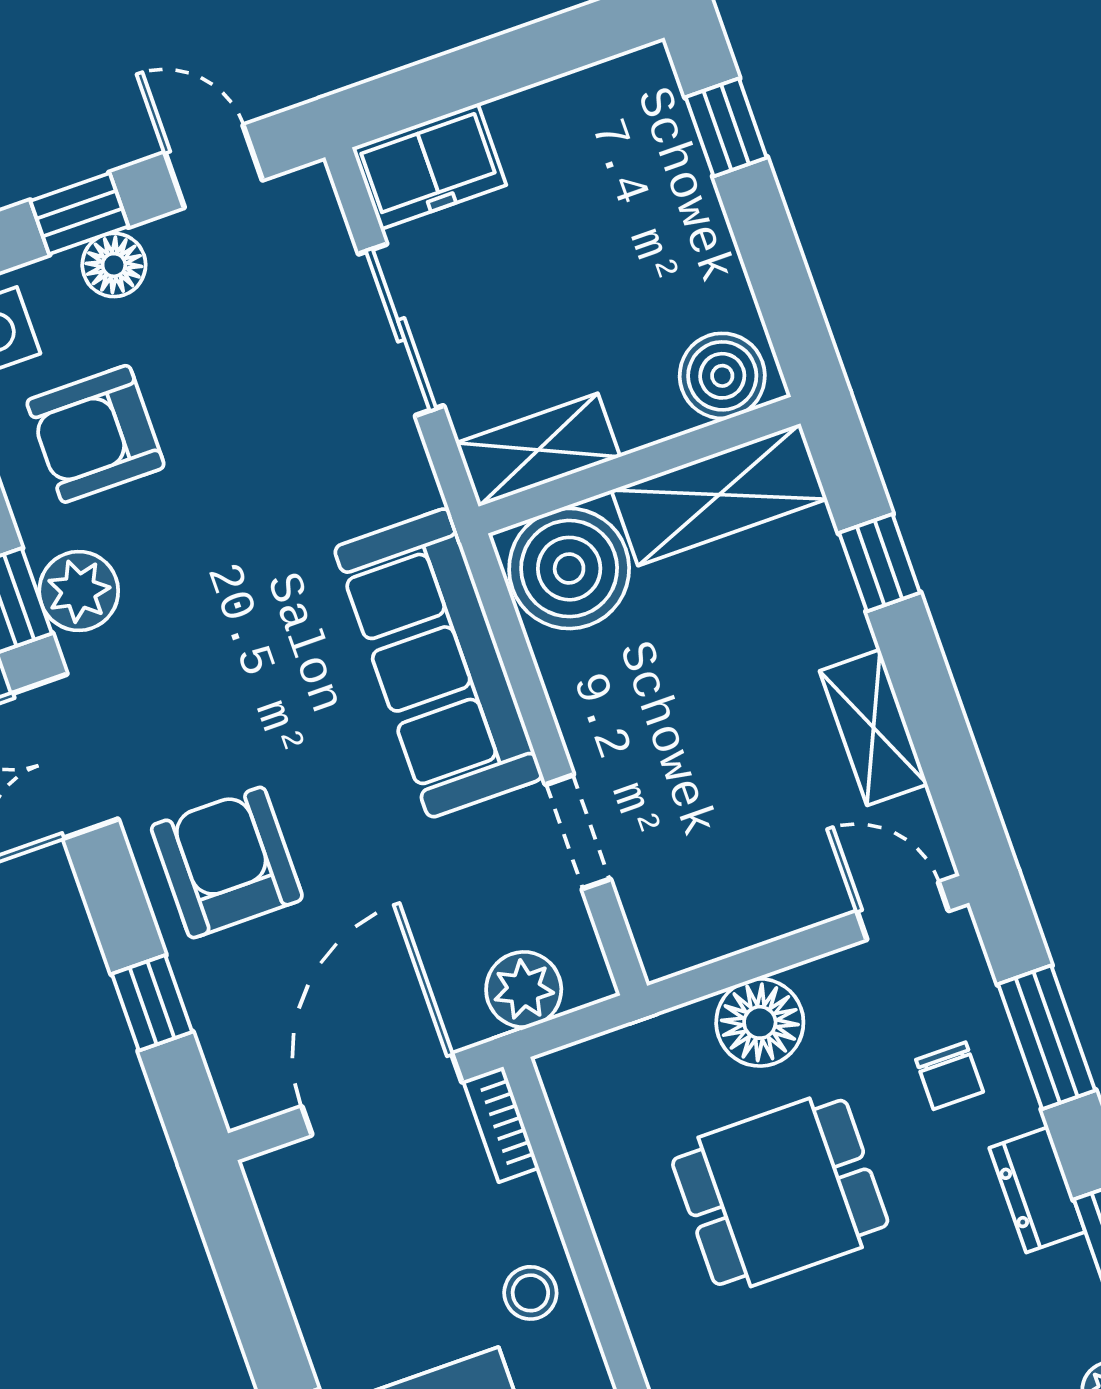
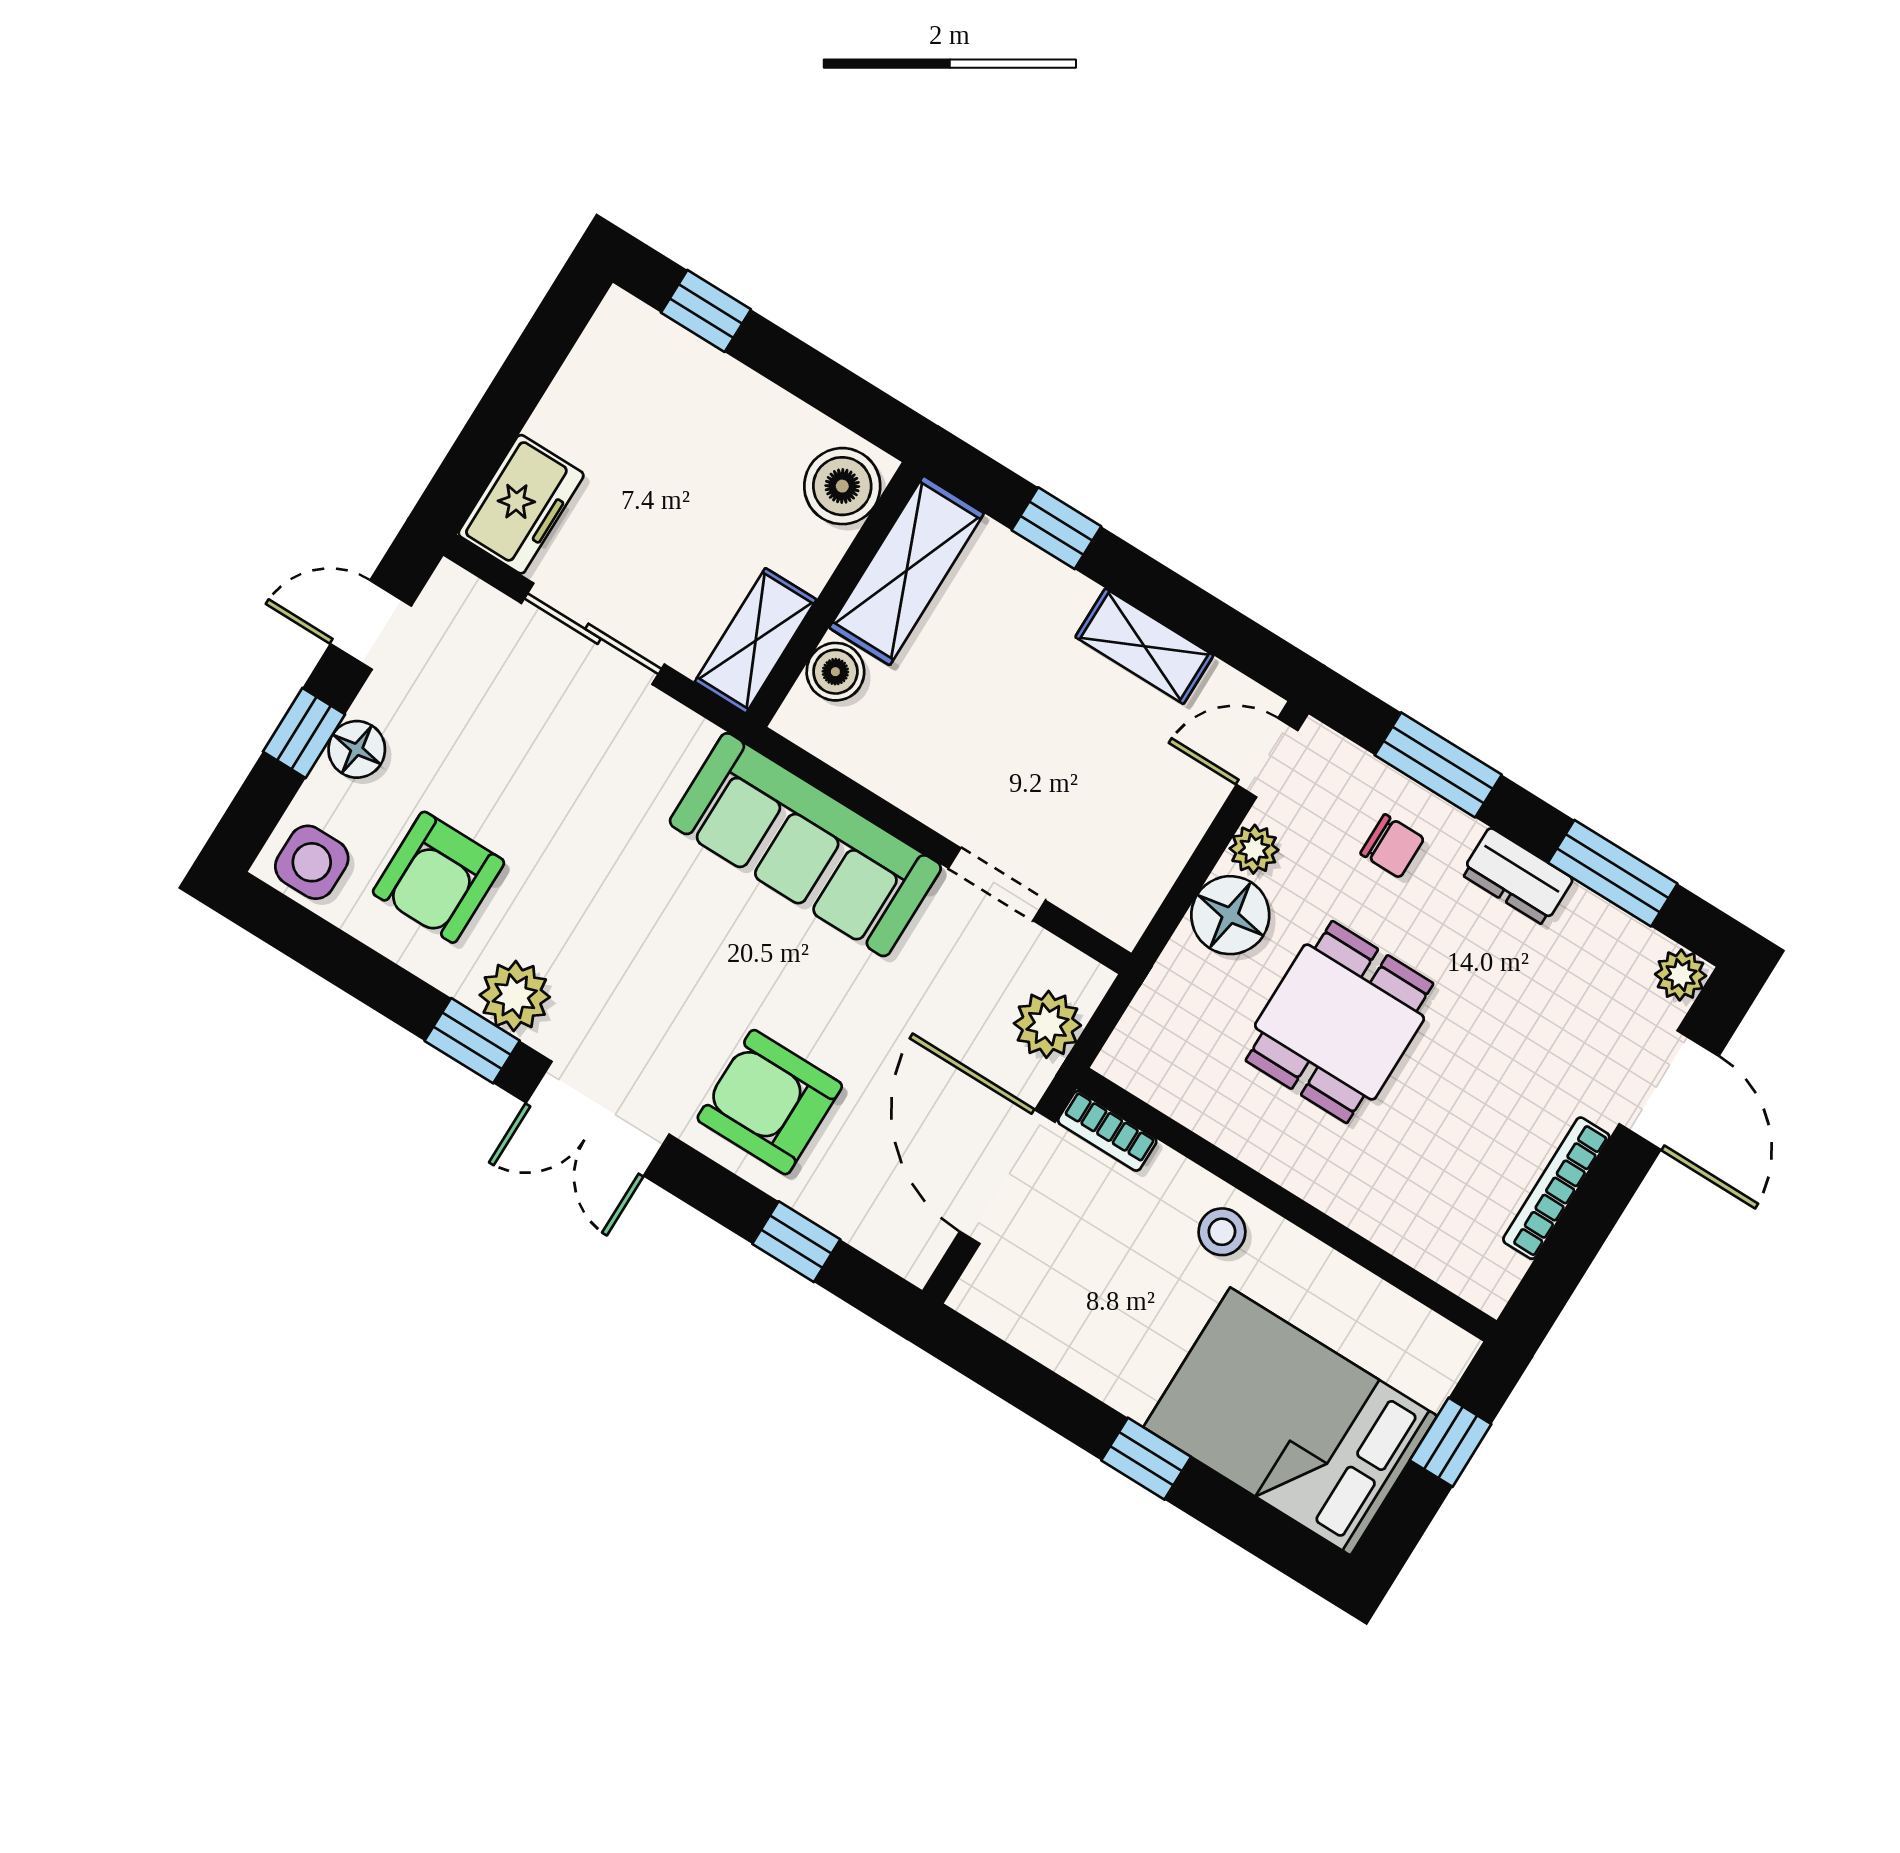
boiler: (569, 569) -> (835, 672), width x0.54, depth x0.54
plant: (827, 982) -> (1254, 849), added

